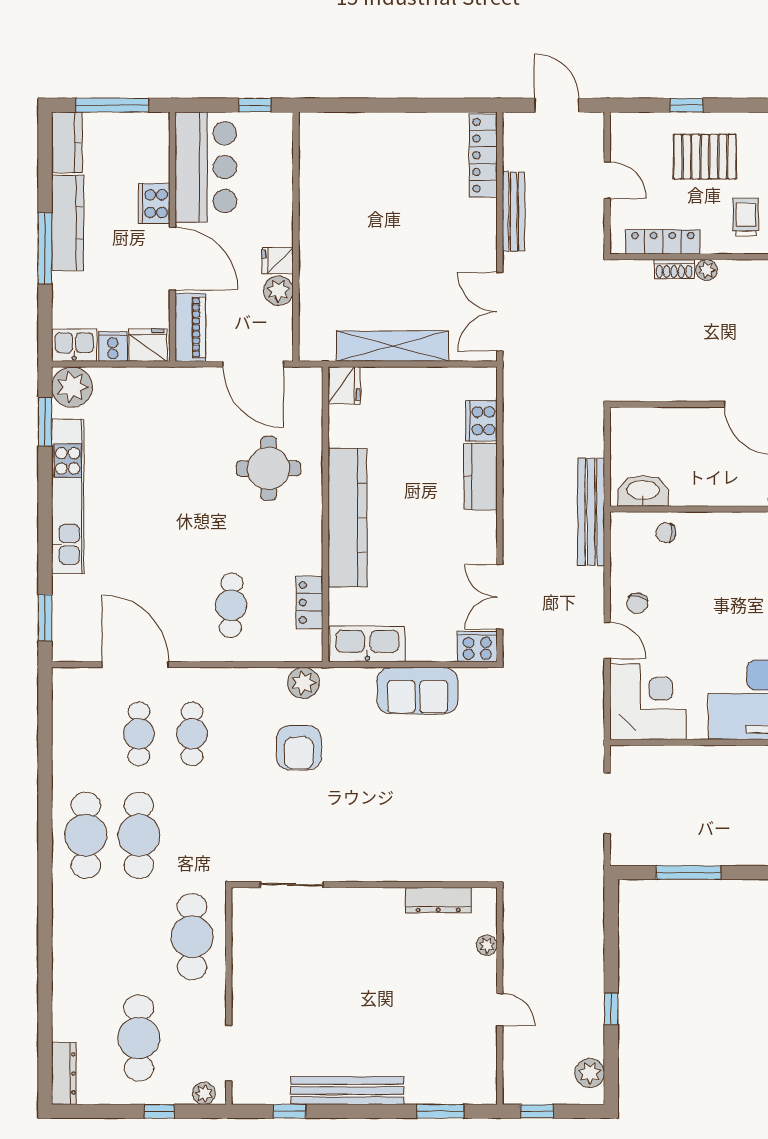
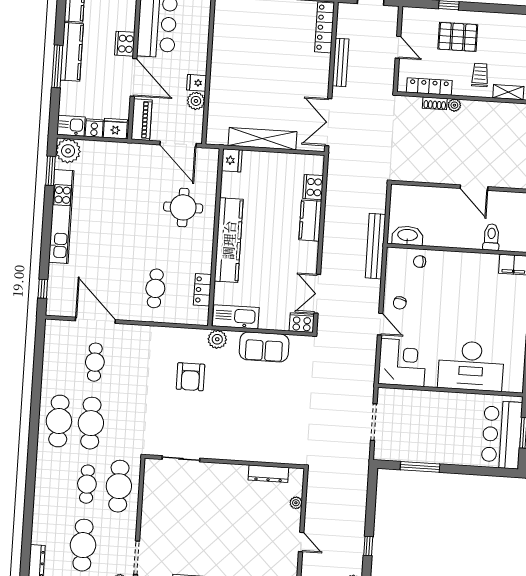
window: (45, 618) -> (43, 289), width x0.67
plant: (303, 683) -> (217, 339), moved
cafe table: (192, 734) -> (87, 484), moved

